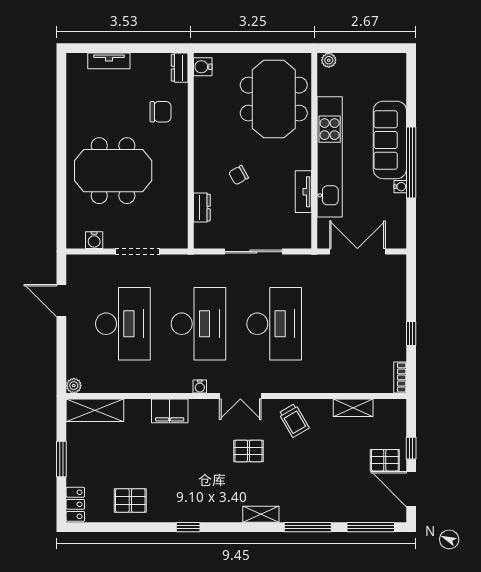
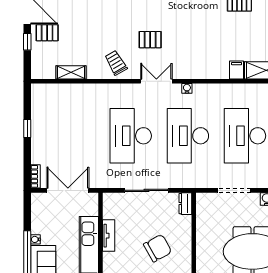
chair: (239, 175) -> (158, 248), width x1.87, depth x1.87
dresser: (202, 208) -> (185, 204), moved
double door: (357, 252) -> (68, 190), swing flipped
bookcase: (400, 377) -> (35, 176), moved
filing cabinet: (170, 411) -> (237, 70), moved, width x0.50

